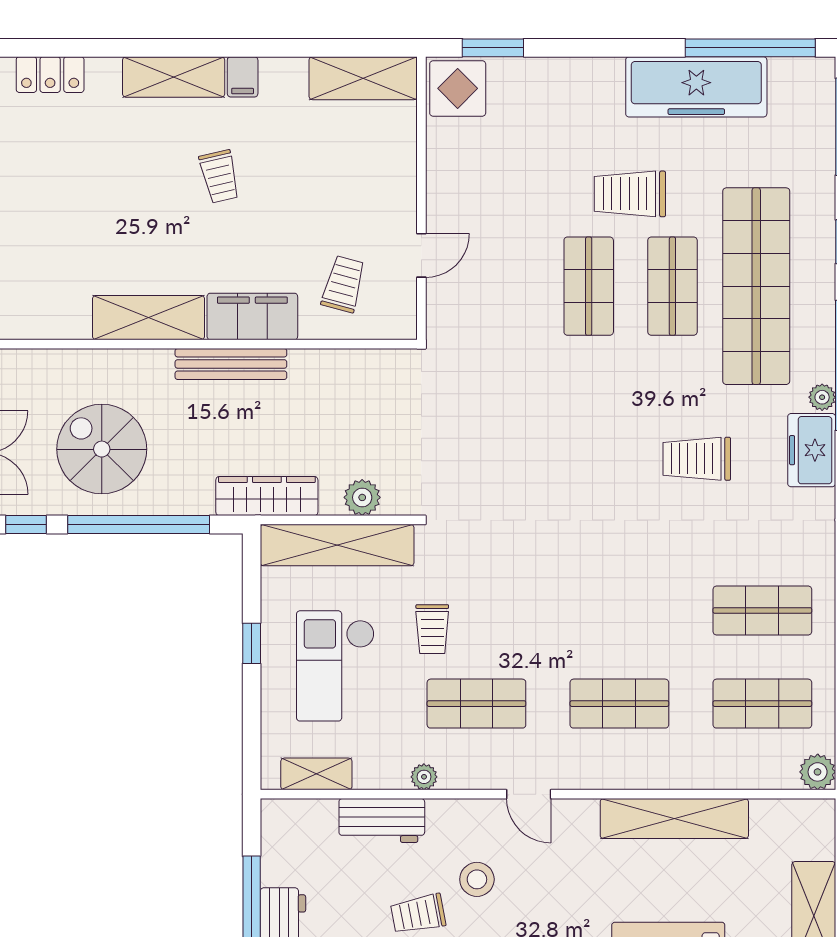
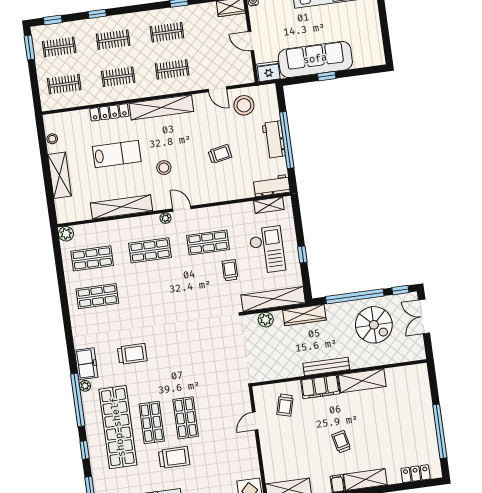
plant: (424, 777) -> (165, 218), moved
workbench: (382, 820) -> (272, 186), moved
stool: (477, 879) -> (164, 168), moved

